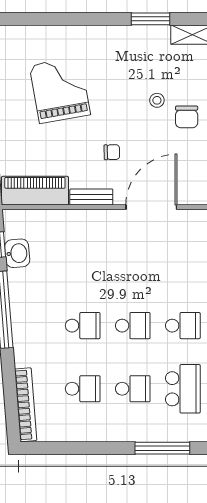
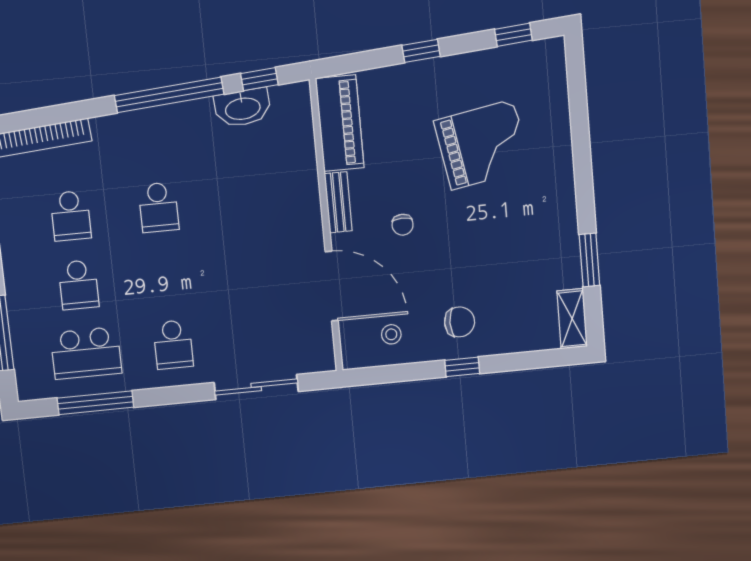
stool: (157, 100) -> (391, 334), moved
chair: (187, 117) -> (460, 322), turned 180
washbasin: (17, 253) -> (243, 108), width x1.38
school desk: (133, 326) -> (166, 276), removed

